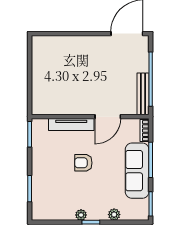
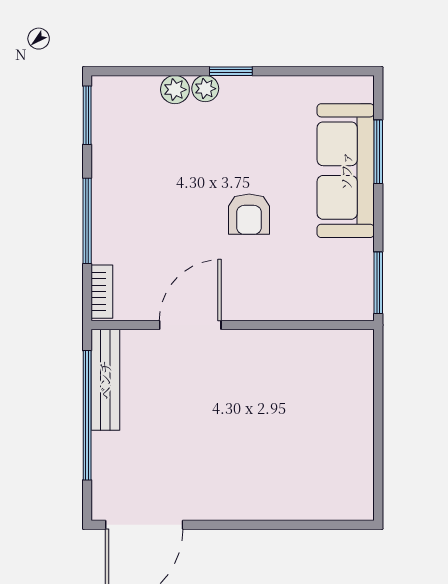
tv unit: (71, 124) -> (278, 306), removed
armchair: (83, 163) -> (249, 214), turned 90
sofa: (137, 171) -> (346, 171), moved, turned 180
plant: (81, 215) -> (205, 89), moved

